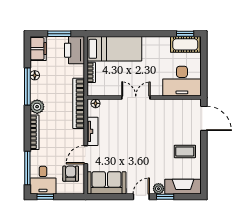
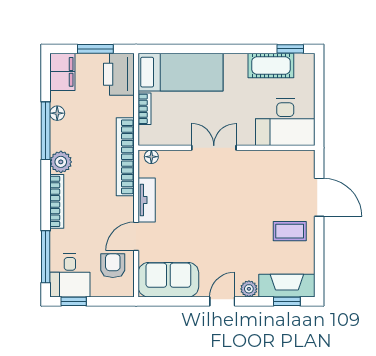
cot: (185, 44) -> (271, 65), moved
door: (204, 118) -> (319, 197), moved
window: (165, 197) -> (287, 301), moved

